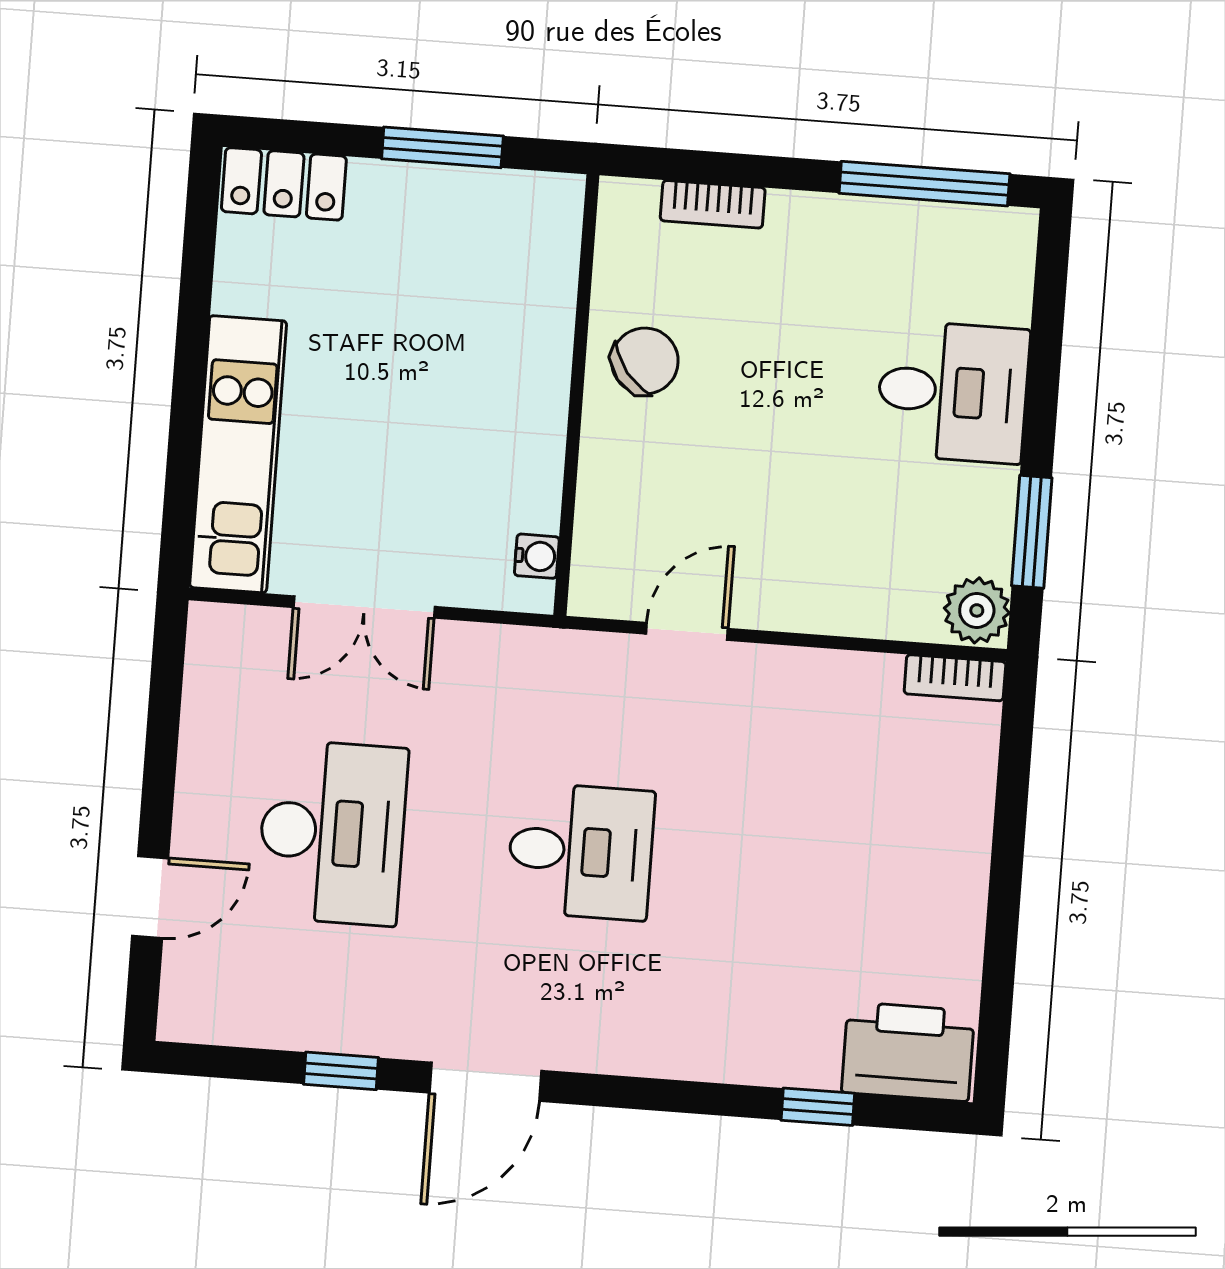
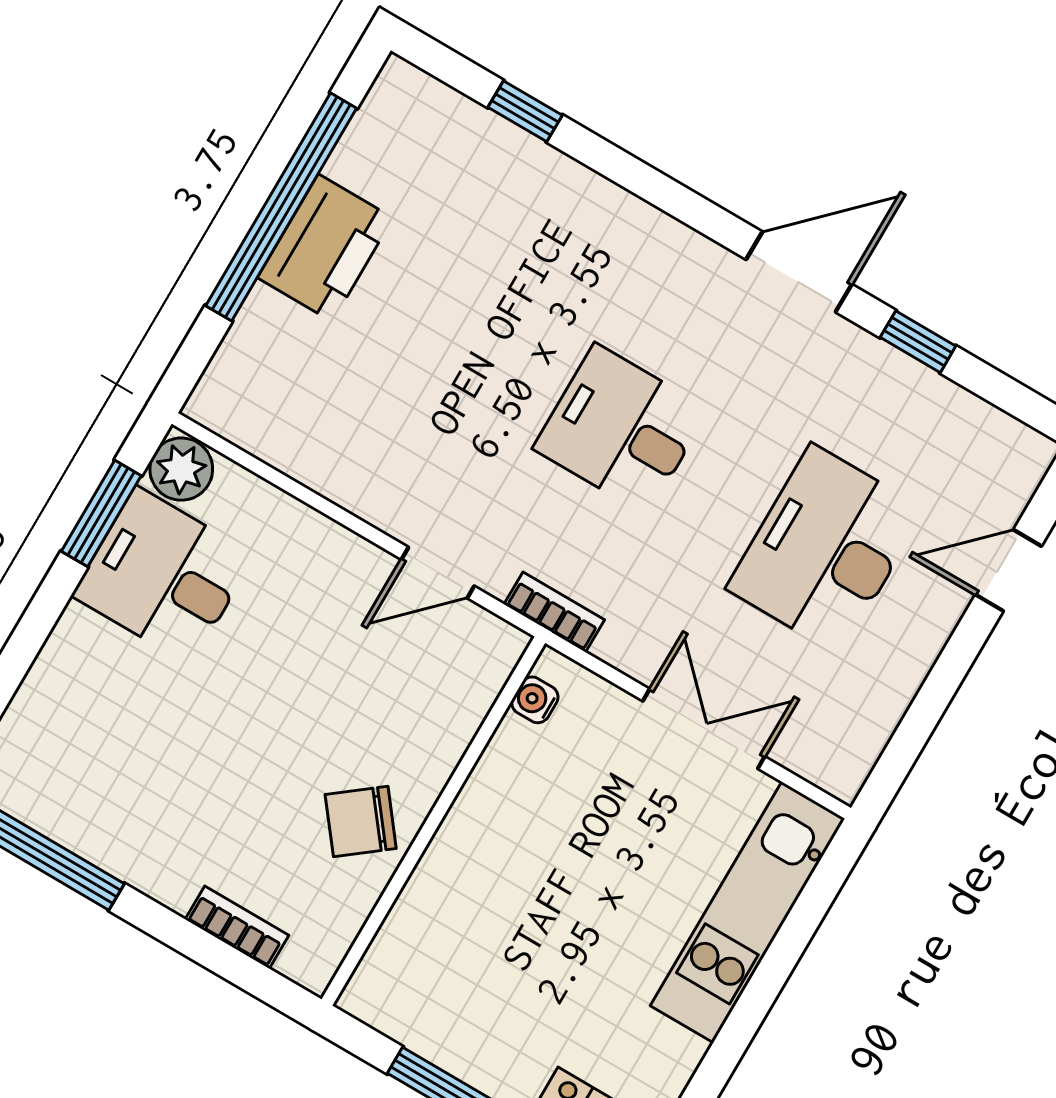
desk: (953, 392) -> (163, 576), moved
bookcase: (955, 678) -> (554, 612), moved
window: (1004, 904) -> (281, 207), added
printer: (908, 1052) -> (325, 248), moved, turned -90

